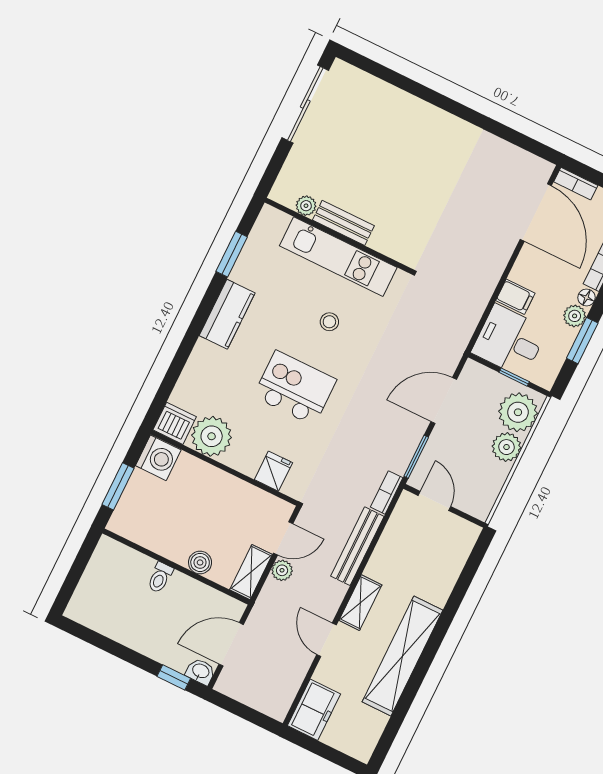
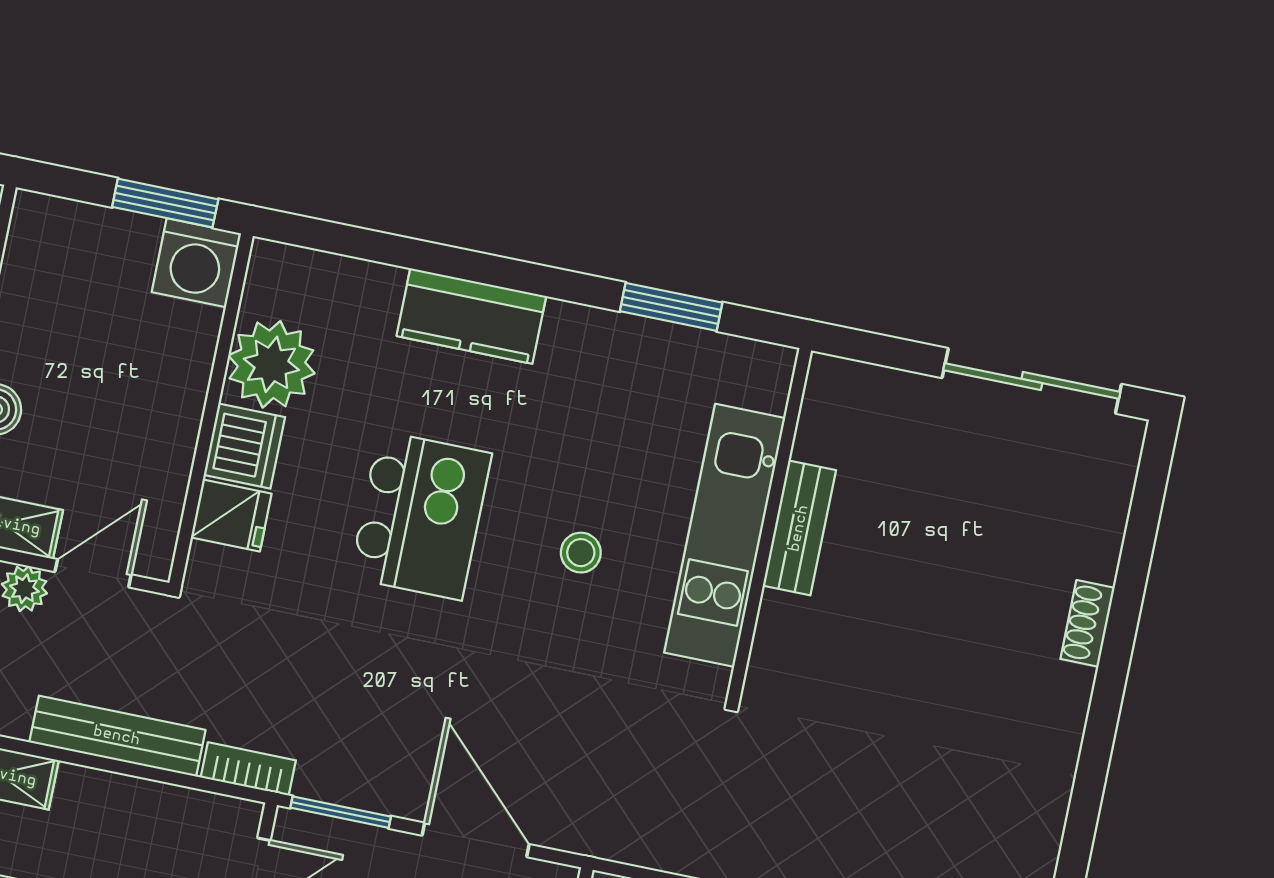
shoe rack: (418, 107) -> (1088, 623), added
plant: (306, 206) -> (815, 439), removed
kitchen counter: (227, 314) -> (471, 316), moved
dishwasher: (175, 423) -> (244, 446), moved
window: (118, 486) -> (165, 203), moved
door: (283, 538) -> (93, 573), swing flipped

